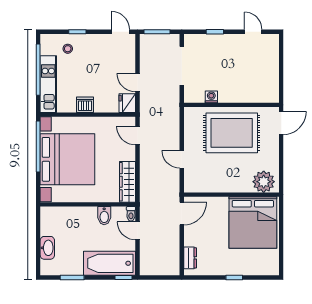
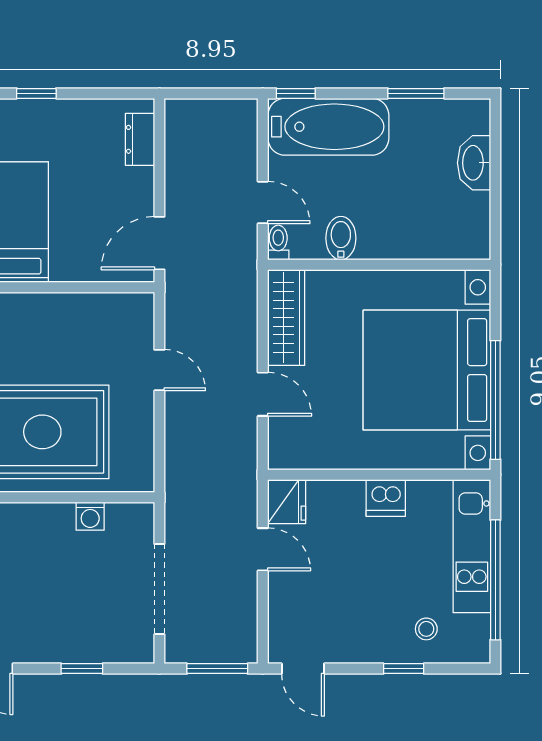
door: (138, 136) -> (263, 394), moved

